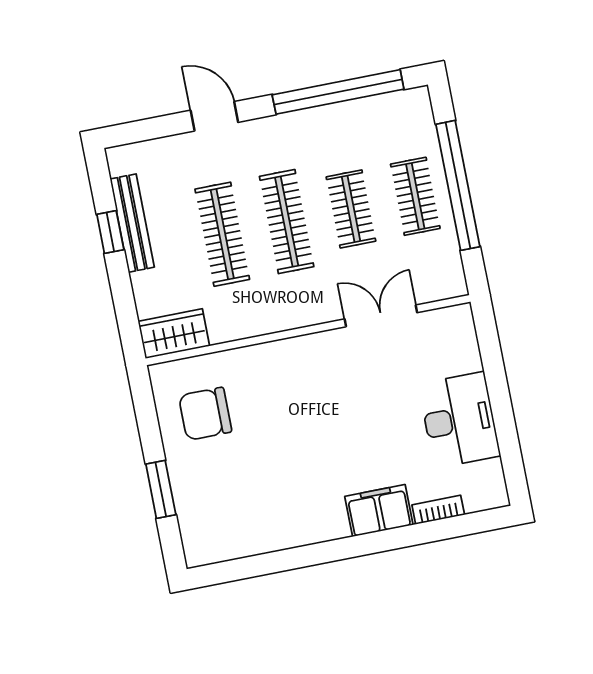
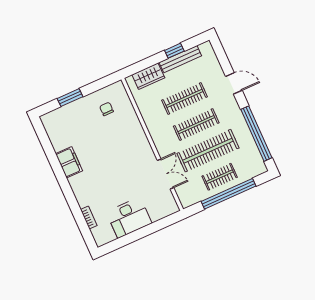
door: (214, 116) -> (234, 83), hinge flipped
clothes rail: (351, 209) -> (208, 151), width x1.86, depth x1.31
wardrobe: (174, 334) -> (148, 76), moved, turned 90
chair: (205, 414) -> (106, 109), width x0.54, depth x0.54
filing cabinet: (379, 511) -> (69, 162), moved

